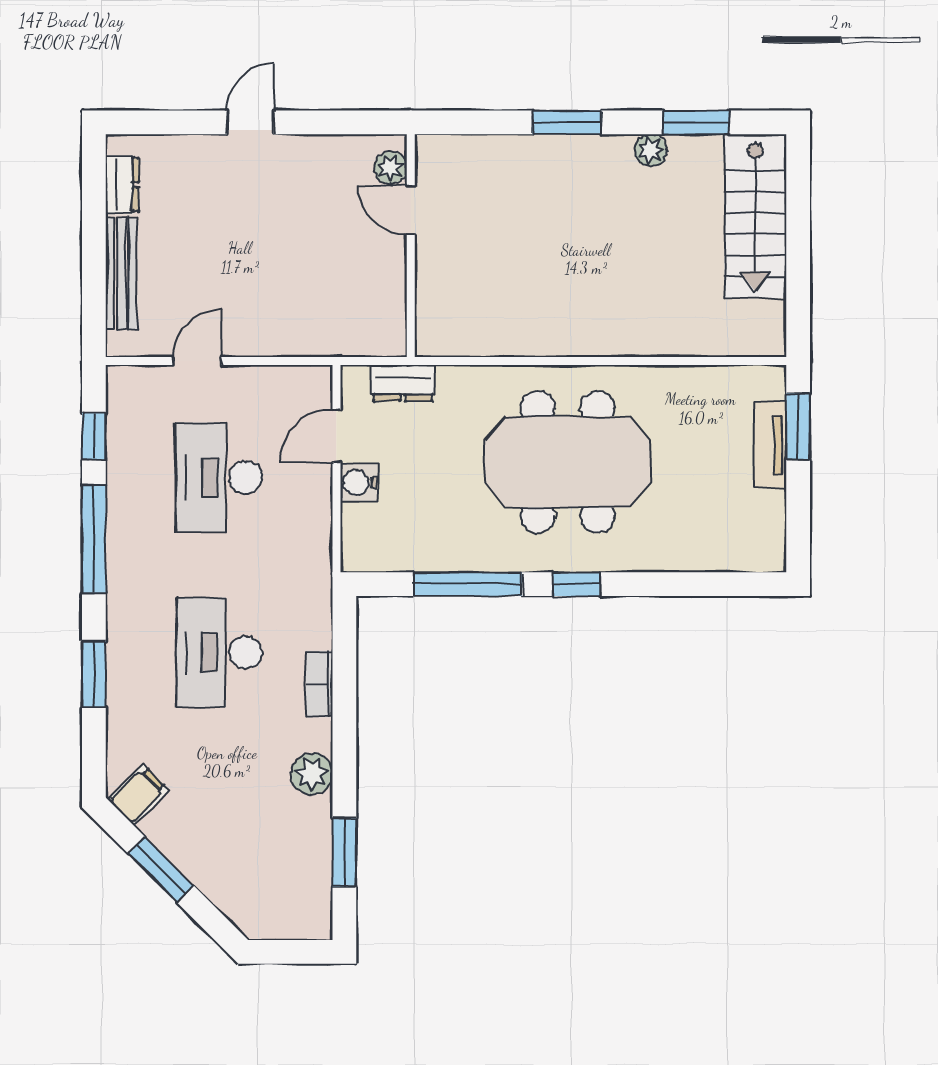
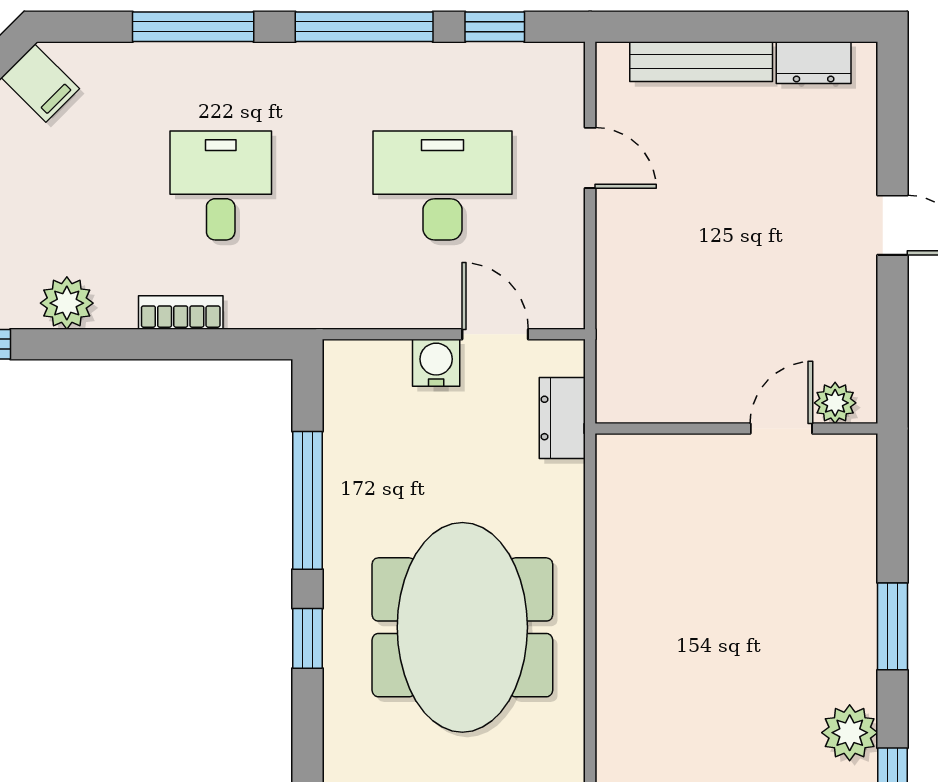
plant: (651, 150) -> (850, 733), width x1.38, depth x1.38
desk: (219, 652) -> (221, 186), width x0.73
window: (94, 674) -> (193, 27), width x1.44

